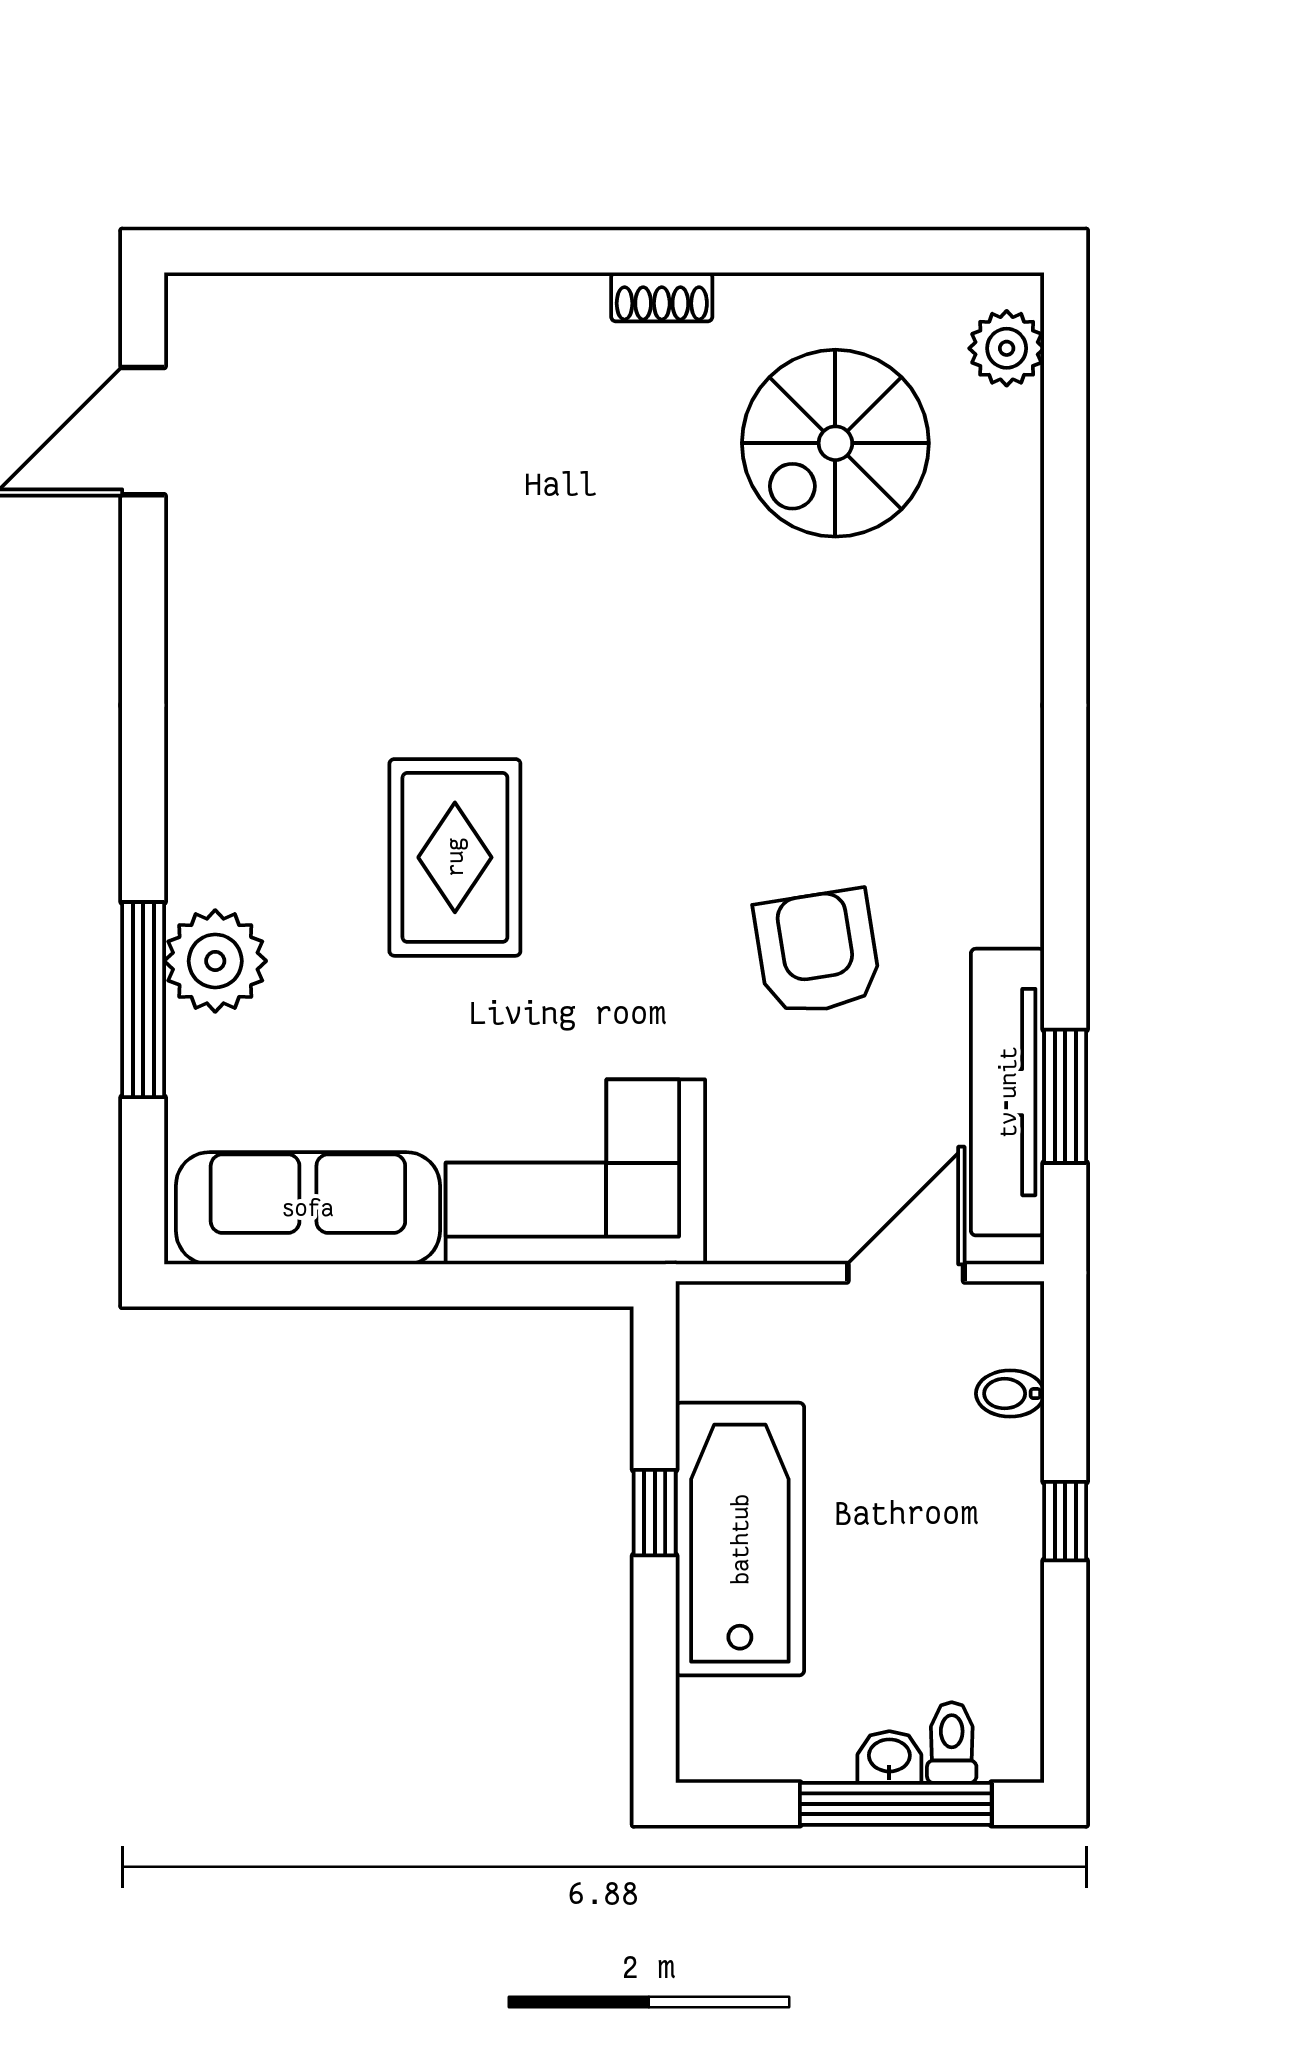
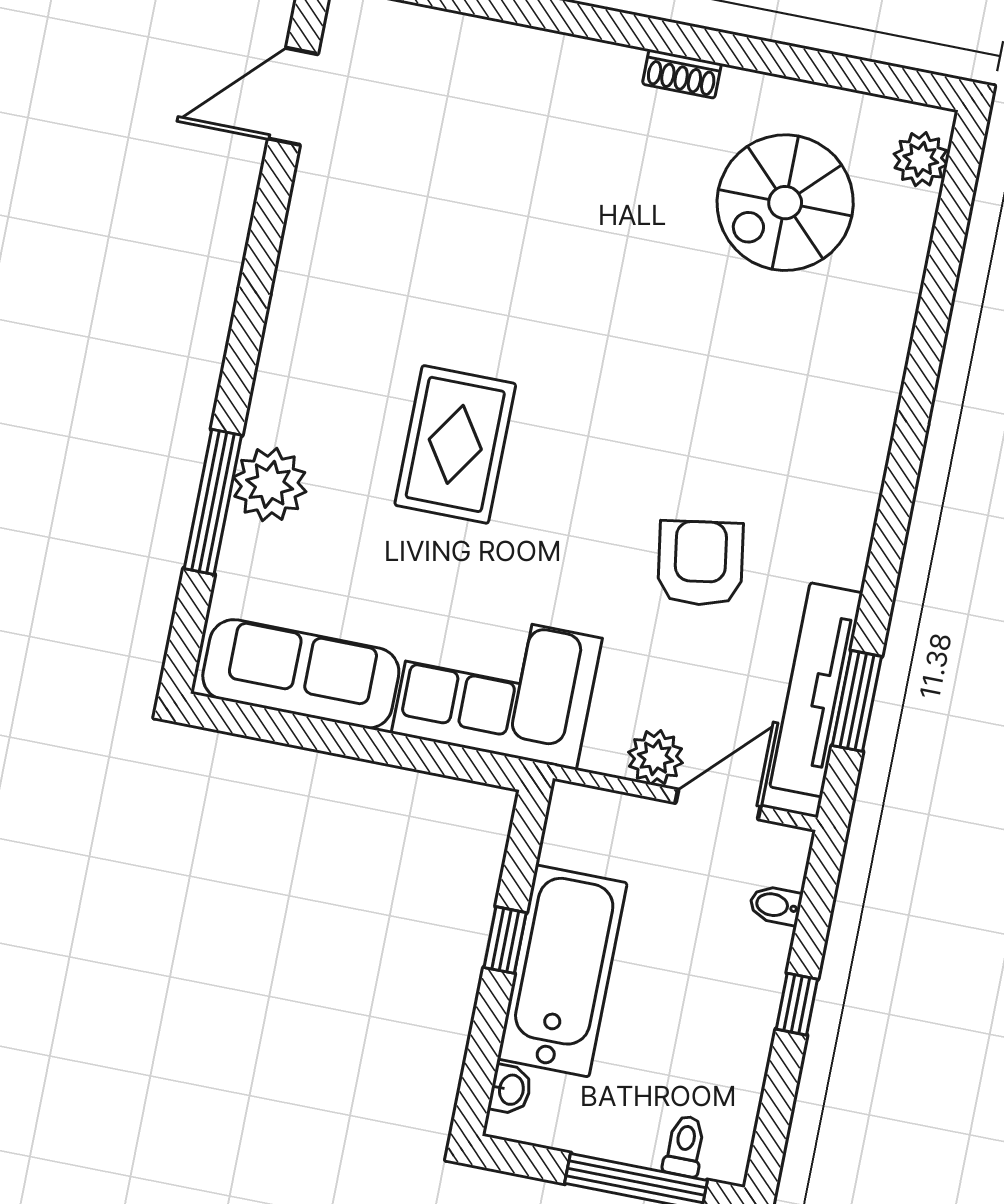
plant: (809, 1226) -> (656, 758), added
washbasin: (889, 1757) -> (510, 1090), moved, turned 90

